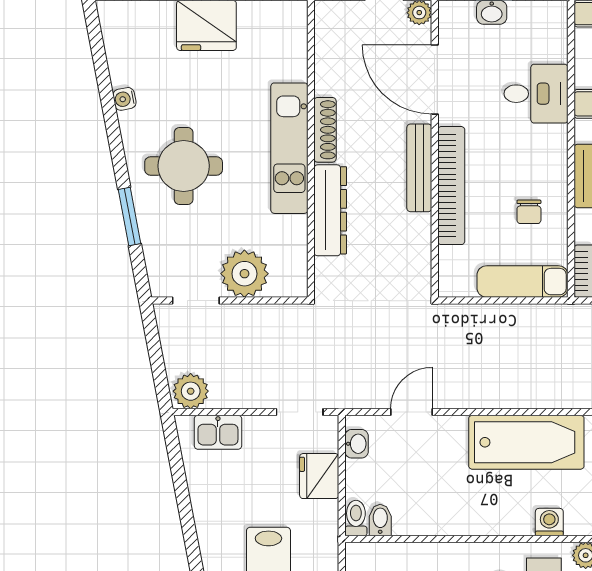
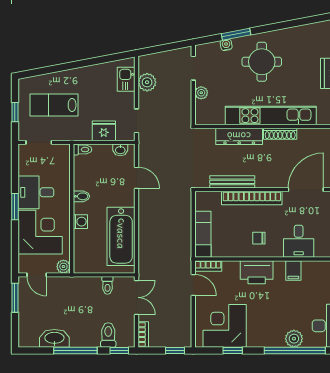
water cooler: (124, 99) -> (226, 45), moved
kitchen unit: (289, 148) -> (271, 116), width x1.36
bench: (419, 168) -> (232, 182), moved
chair: (529, 212) -> (259, 238), moved
plant: (244, 274) -> (201, 93), width x0.53, depth x0.53
plant: (191, 391) -> (147, 82), moved
bidet: (380, 520) -> (81, 196), moved
washing machine: (549, 522) -> (80, 222), moved

